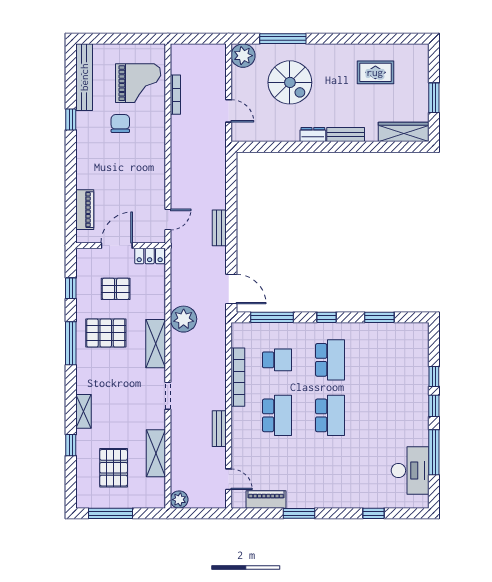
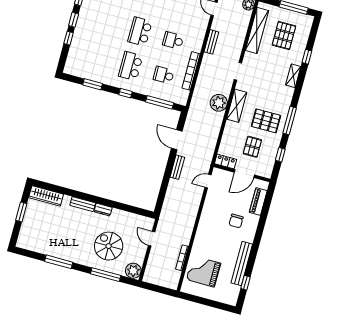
window: (358, 39) -> (59, 262), added
rug: (375, 72) -> (53, 238), removed
bench: (84, 77) -> (242, 263), moved
window: (71, 120) -> (246, 283), moved
chair: (120, 124) -> (236, 221), moved
pallet: (116, 289) -> (252, 147), turned 90
door: (231, 289) -> (177, 140), moved
plant: (184, 319) -> (219, 103), moved
school desk: (277, 415) -> (173, 40), width x0.54
shelving: (156, 453) -> (257, 30), width x1.47

